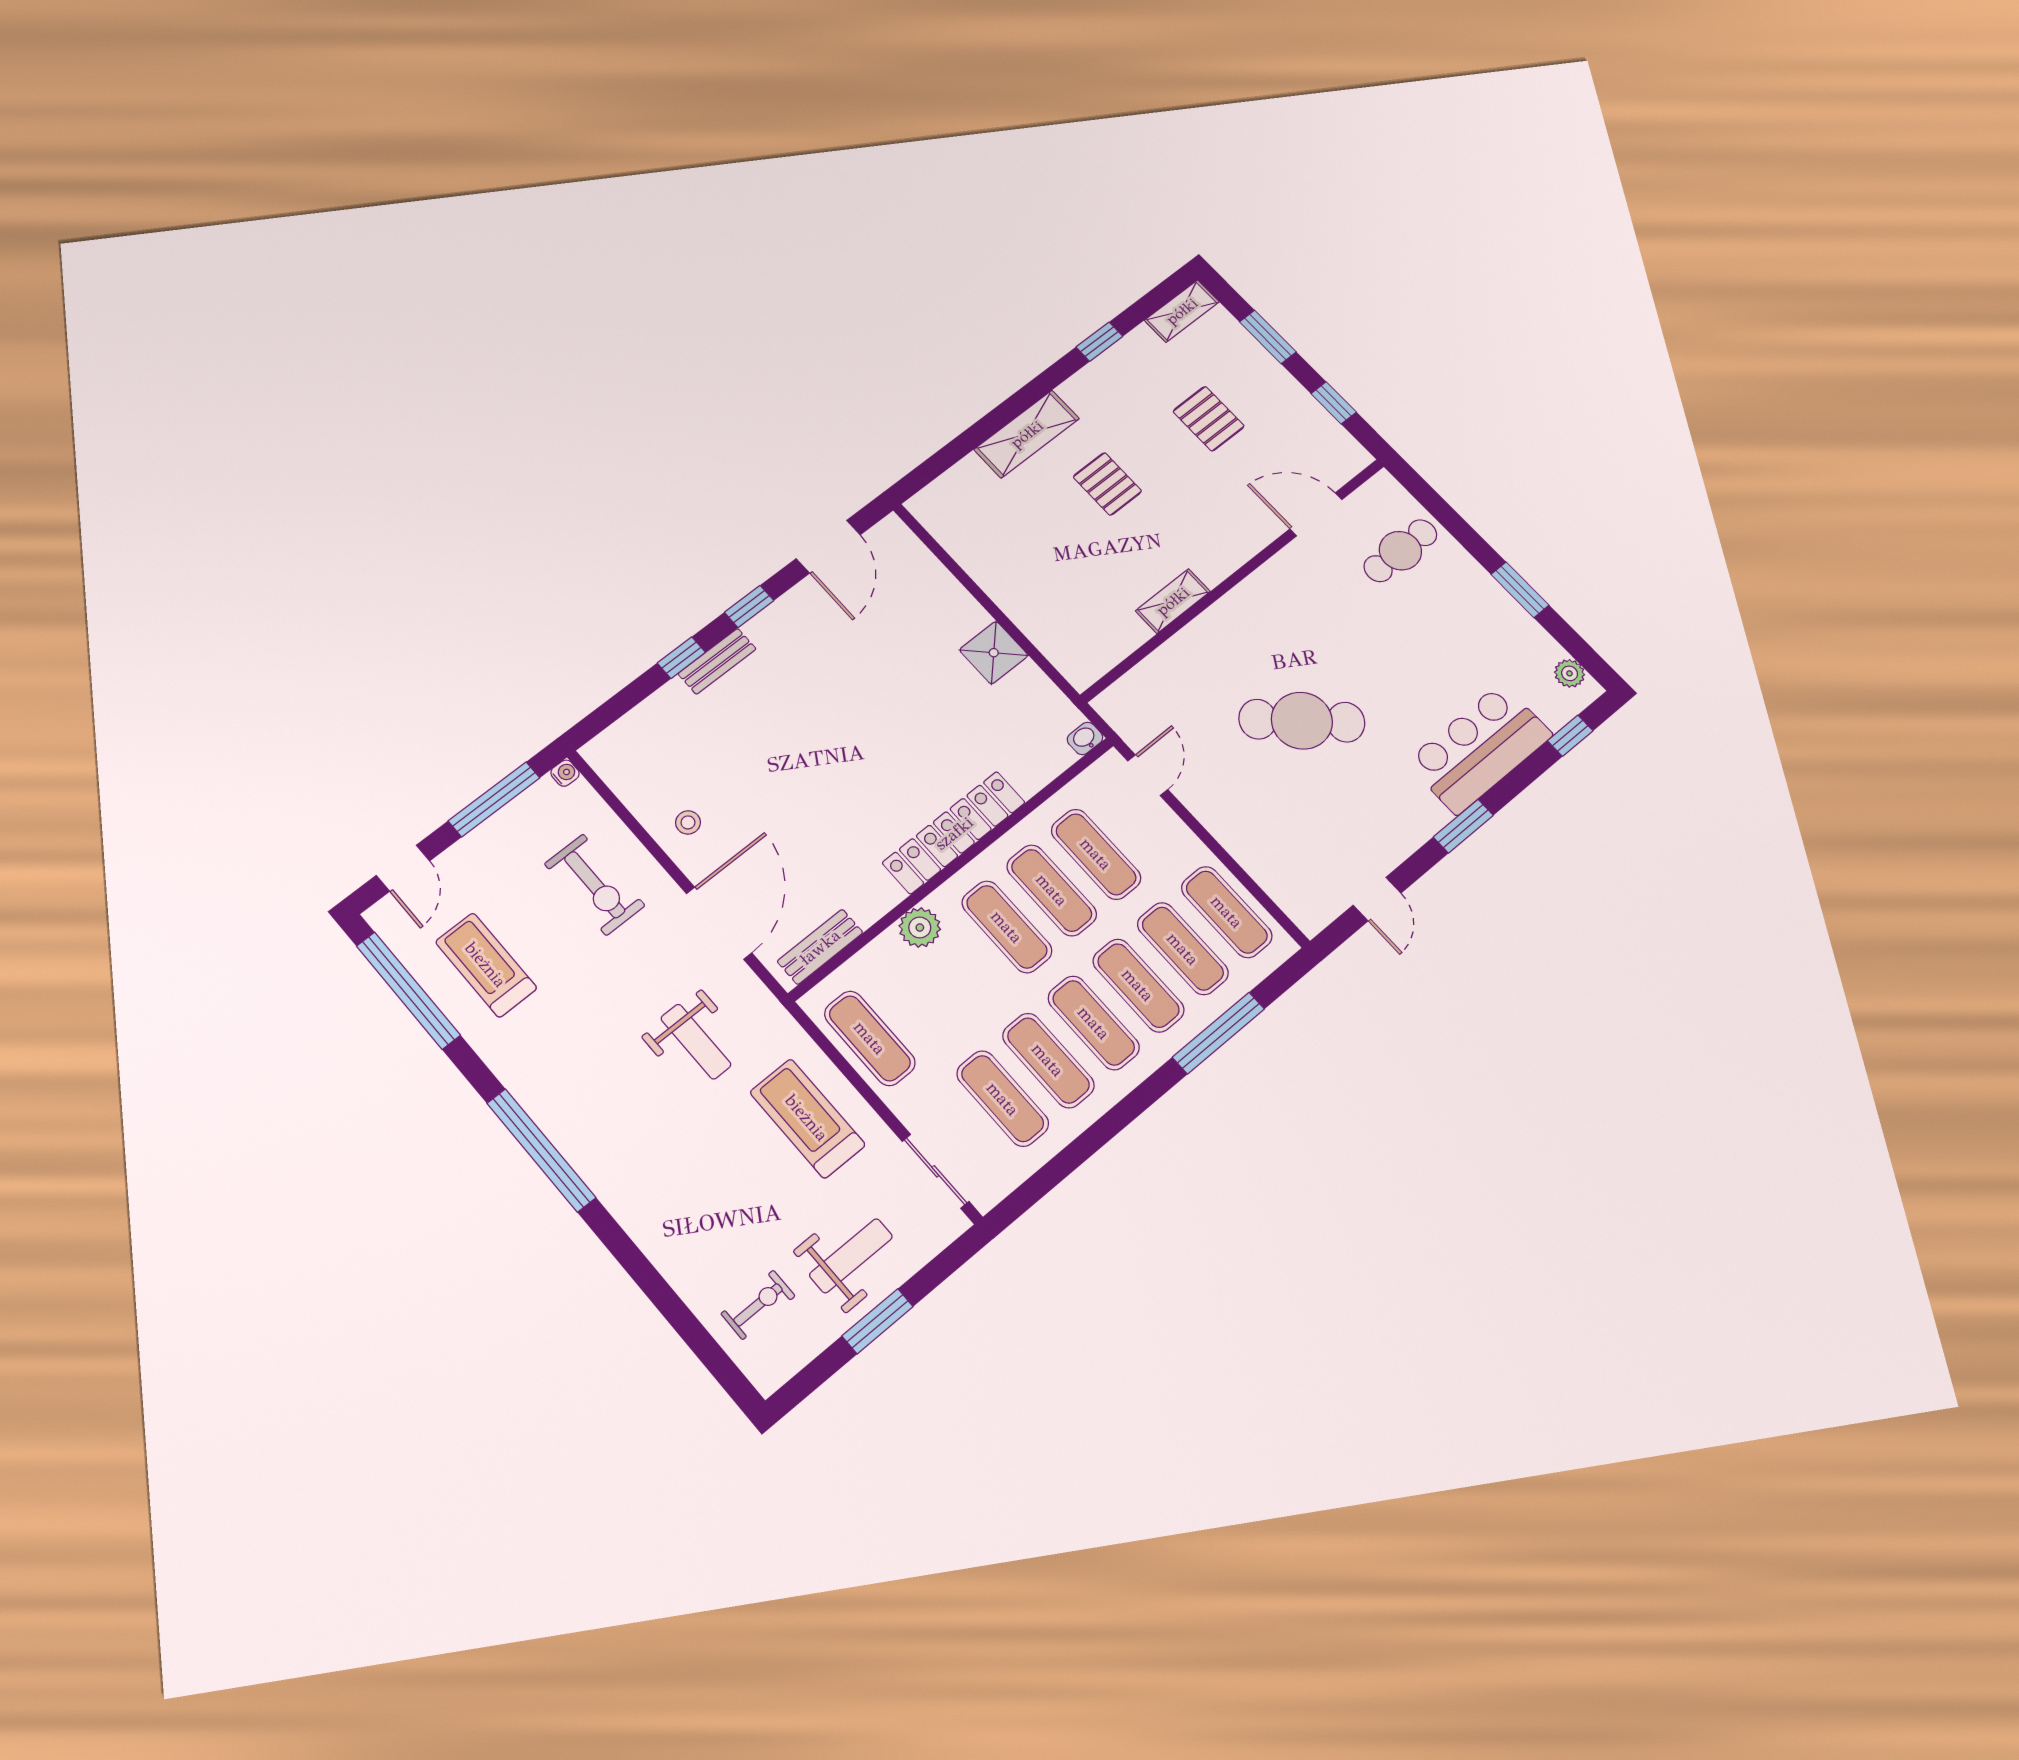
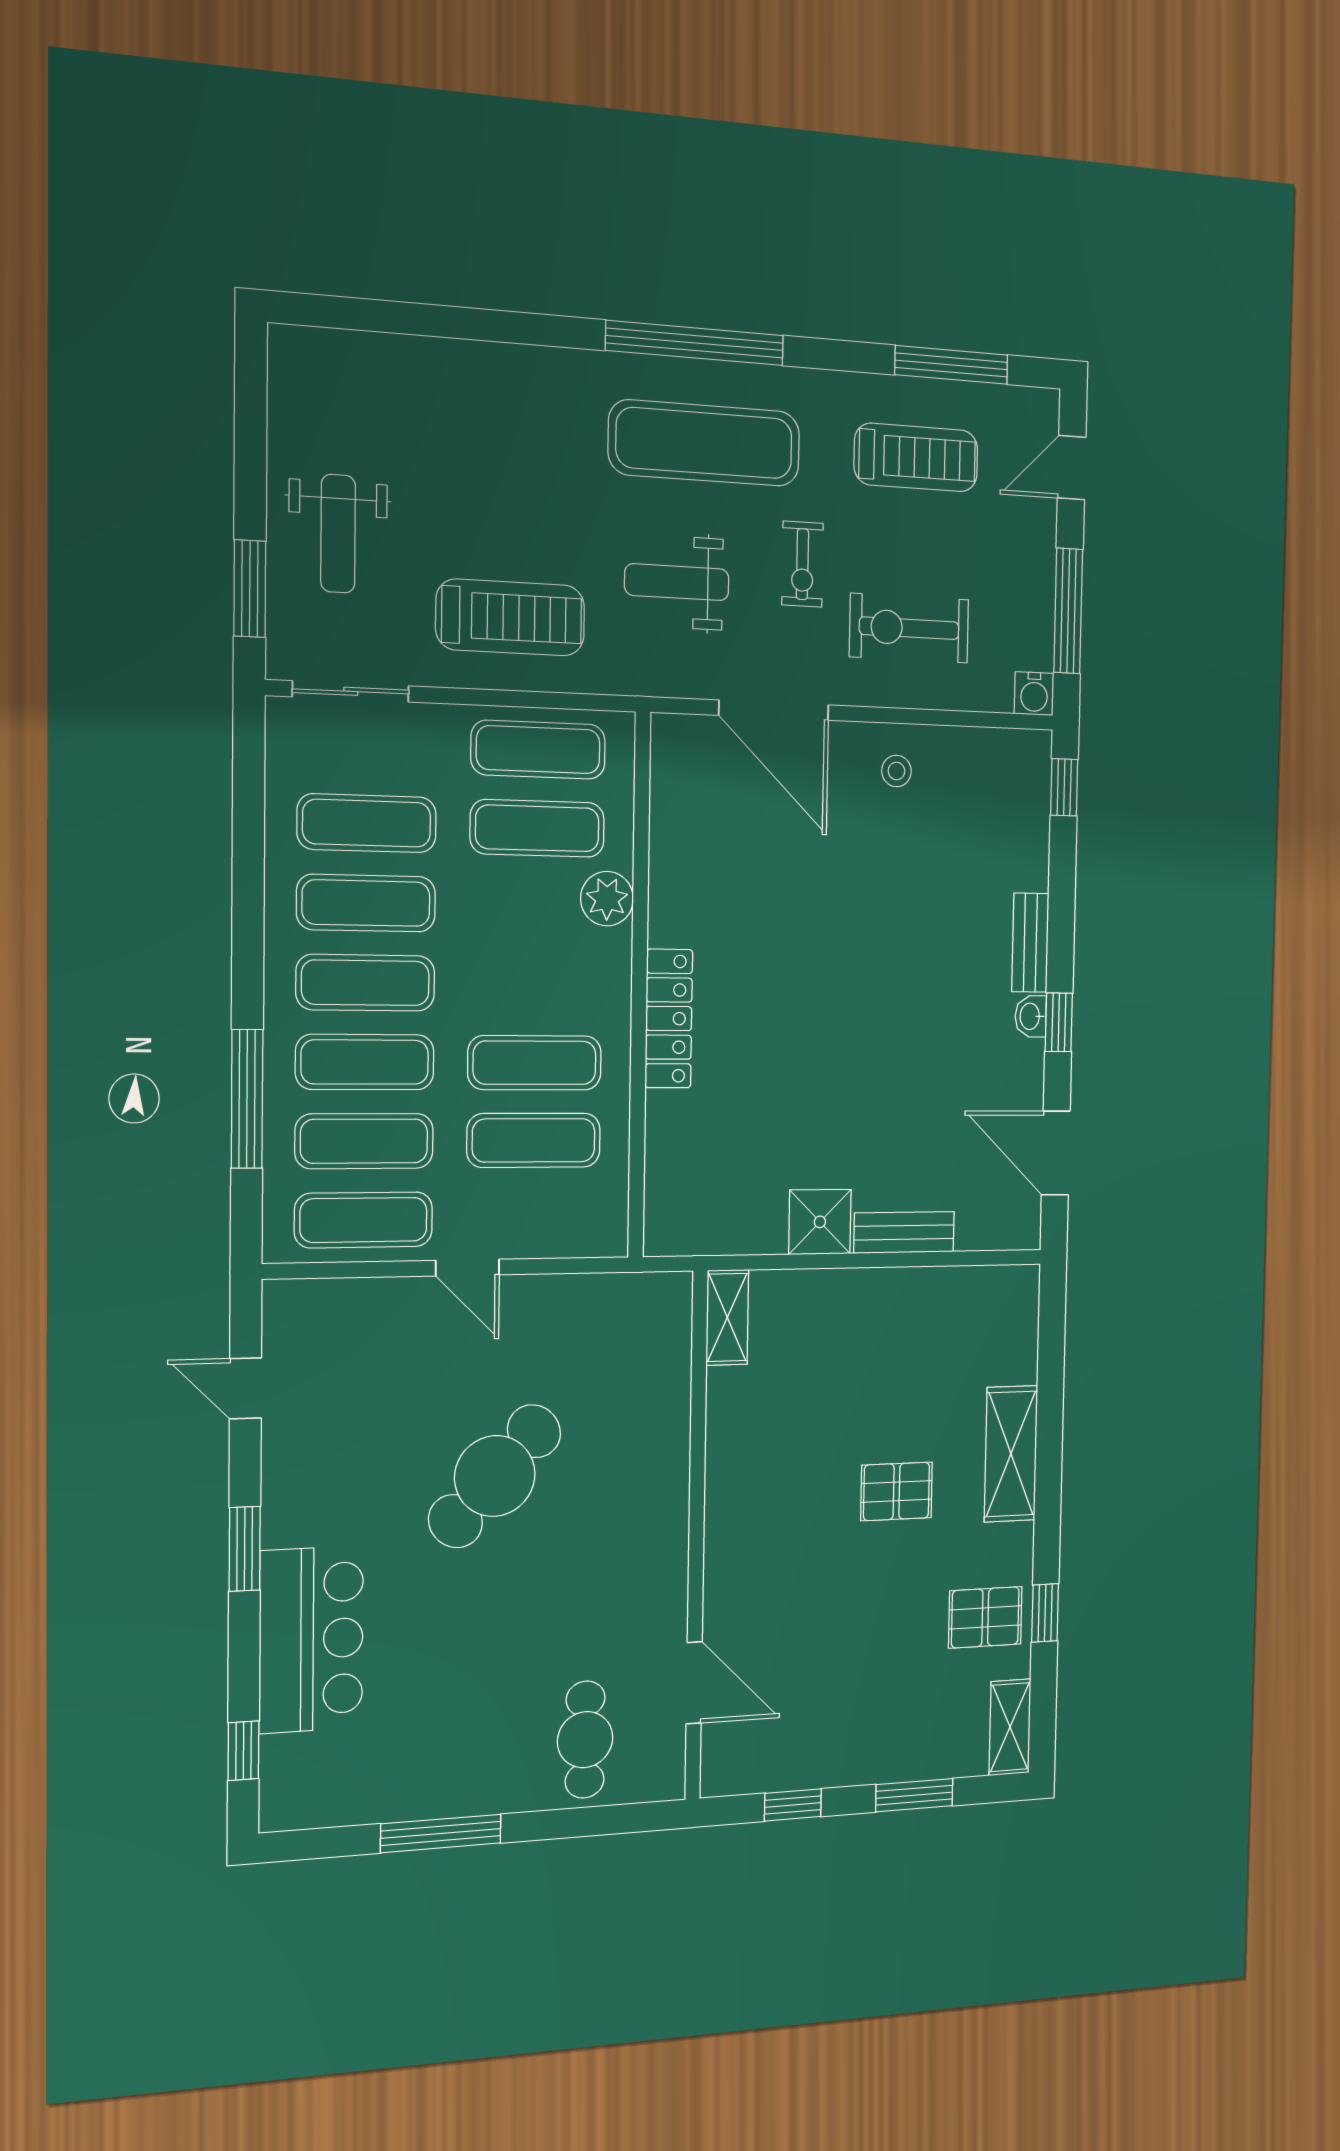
pallet: (1209, 419) -> (985, 1617), moved
door: (1316, 514) -> (694, 1683), hinge flipped
window: (1520, 590) -> (441, 1833), width x1.44
shelving: (1173, 601) -> (727, 1317), moved
window: (681, 658) -> (1064, 787), moved
plant: (1570, 673) -> (310, 1809), removed
washbasin: (1085, 738) -> (1031, 1016), moved, turned 180
water cooler: (565, 773) -> (1034, 694), width x1.38, depth x1.38
door: (1148, 775) -> (467, 1268), moved
locker: (954, 833) -> (669, 1019), width x0.71, depth x0.83
door: (403, 868) -> (1072, 468), hinge flipped
exercise mat: (1007, 927) -> (537, 828), moved
bench: (820, 947) -> (904, 1232), moved, turned 90
window: (408, 990) -> (951, 365), width x0.68
exercise mat: (597, 1095) -> (704, 443), added
exercise bike: (758, 1305) -> (802, 564), moved
window: (877, 1321) -> (250, 589), moved

